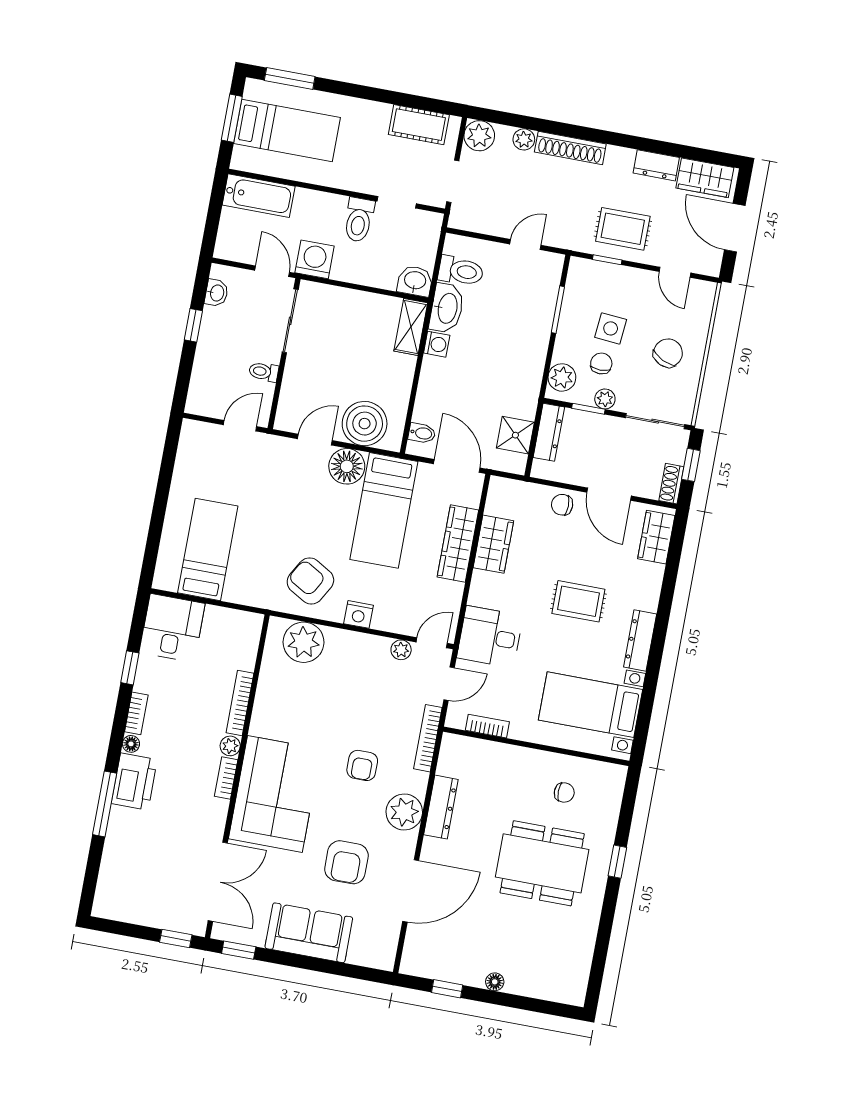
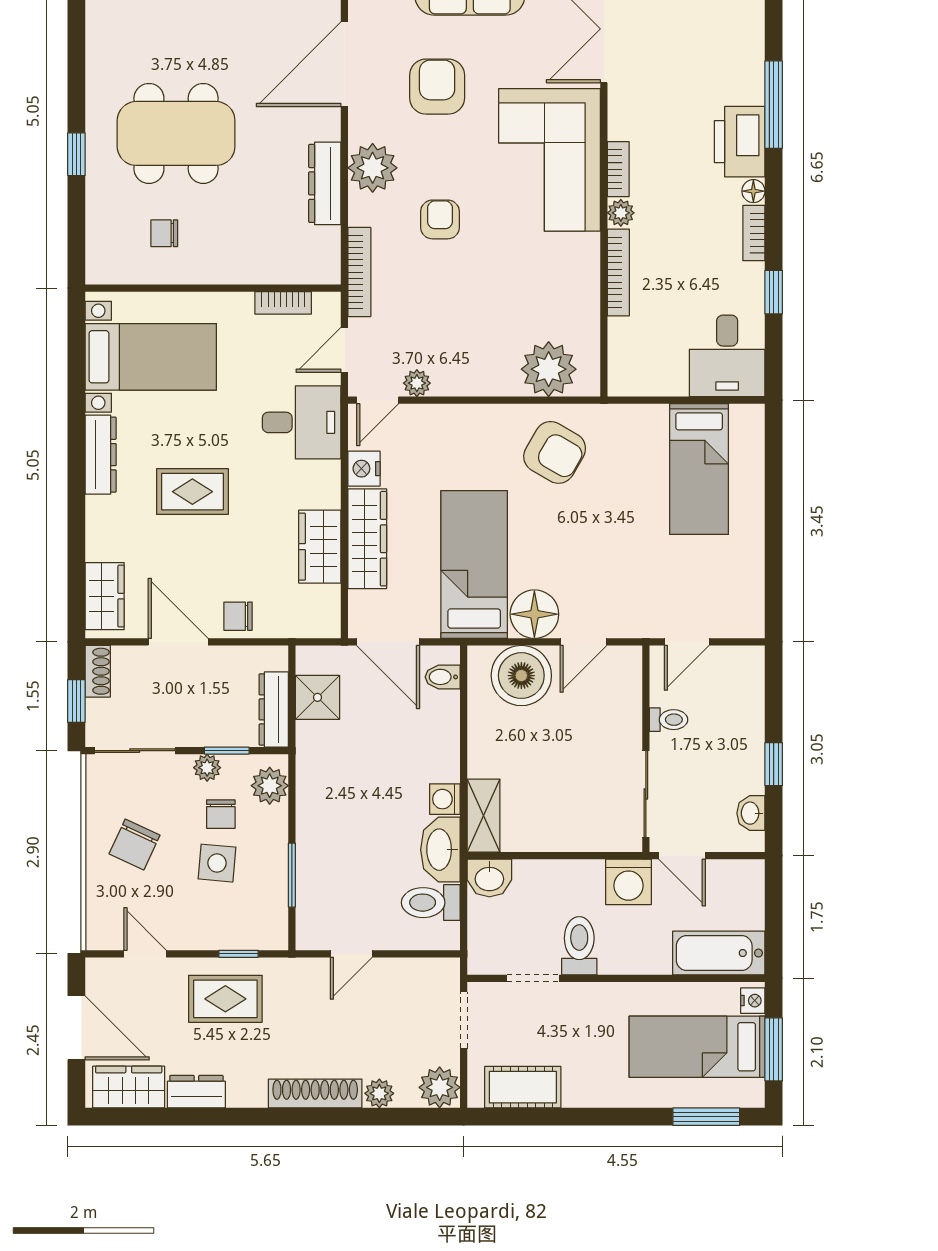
nightstand: (240, 157) -> (753, 1001), added
chair: (562, 505) -> (238, 616), turned 180
nightstand: (358, 614) -> (364, 469), moved, turned -90

